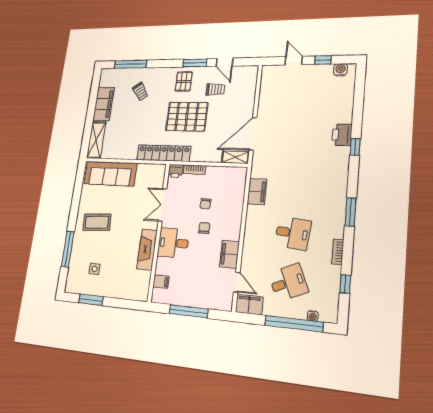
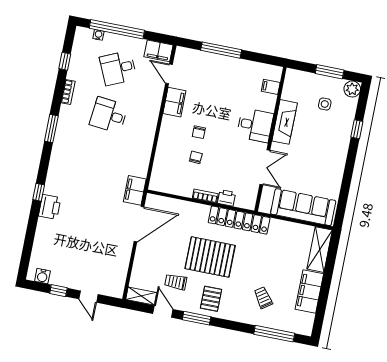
shelving: (235, 157) -> (141, 296), moved
filing cabinet: (257, 192) -> (135, 190), moved
double door: (162, 205) -> (265, 167), moved
coffee table: (97, 222) -> (321, 155), removed
wall: (159, 232) -> (270, 139), moved
desk: (173, 243) -> (255, 125), moved
window: (68, 249) -> (357, 129), width x0.46
fireplace: (147, 249) -> (285, 122), moved
filing cabinet: (161, 282) -> (271, 87), moved
plant: (72, 286) -> (352, 89), added

